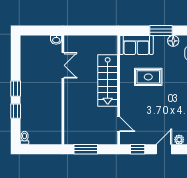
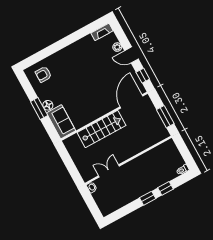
floor lamp: (173, 41) -> (48, 105), moved
rug: (148, 77) -> (81, 99), removed
door: (119, 124) -> (131, 101), width x1.88

